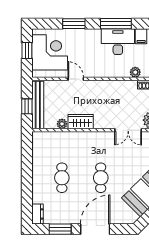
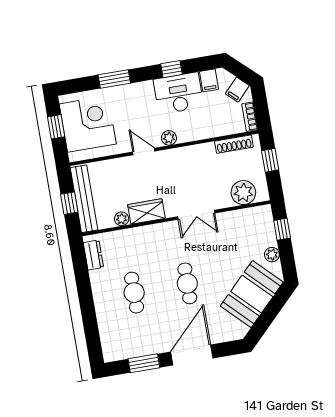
window: (116, 24) -> (172, 69), width x0.46
plant: (135, 72) -> (169, 138), moved
door: (76, 79) -> (144, 152), moved
double door: (128, 130) -> (196, 215), moved
dresser: (38, 214) -> (93, 255), moved

